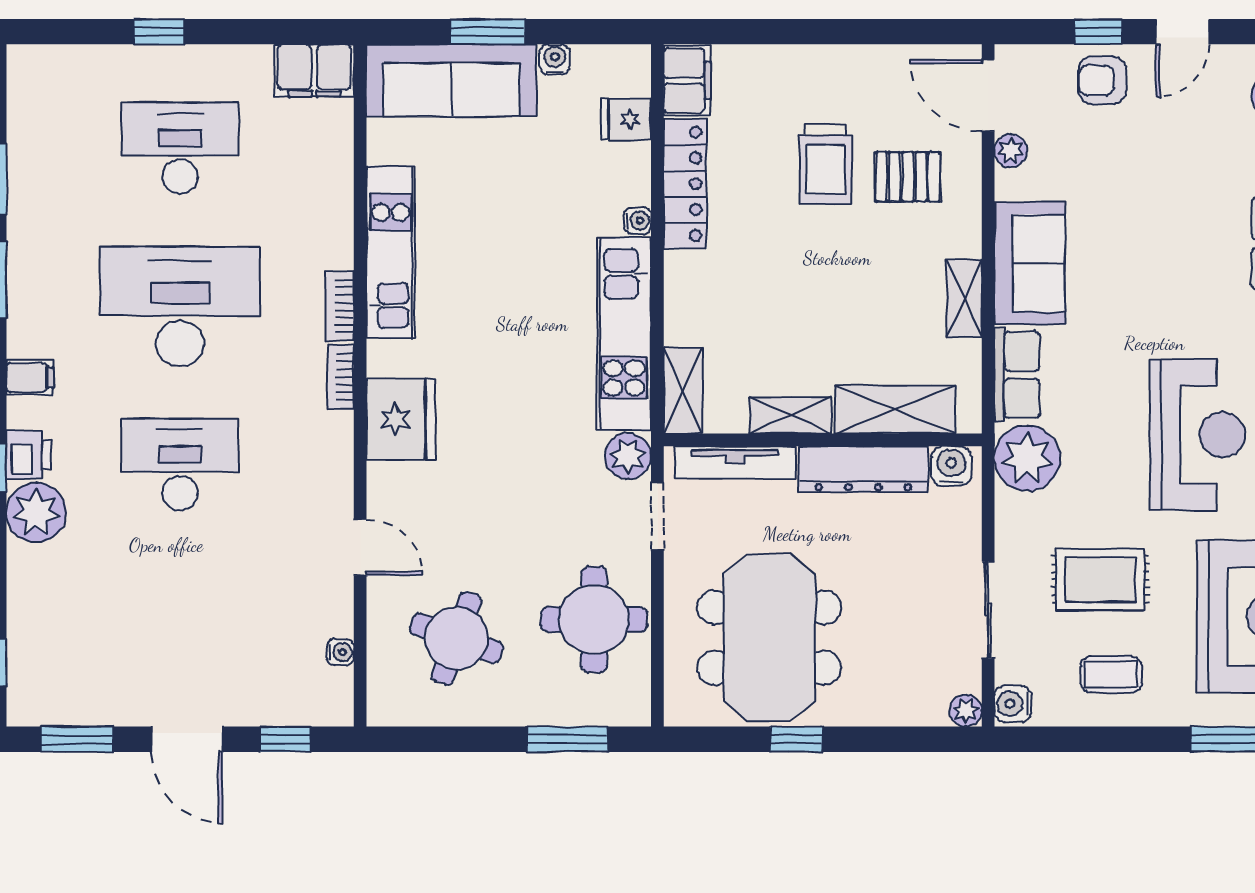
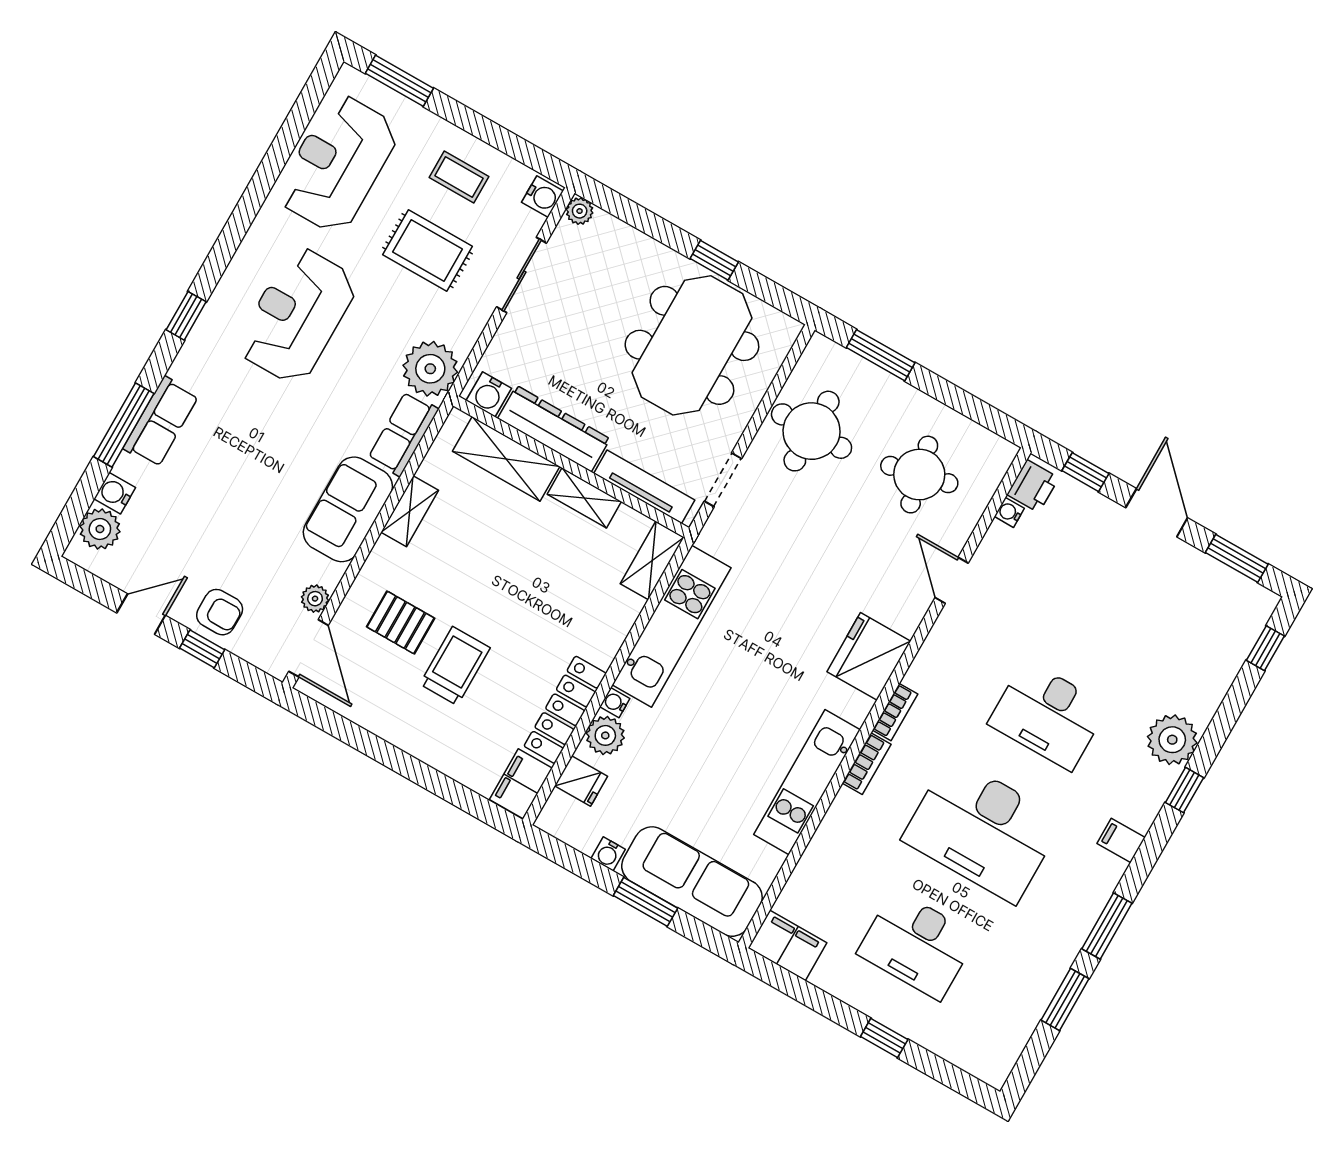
printer: (29, 455) -> (1033, 486), moved, turned 180
plant: (628, 456) -> (605, 735), moved
round table: (456, 638) -> (919, 475), turned -33

